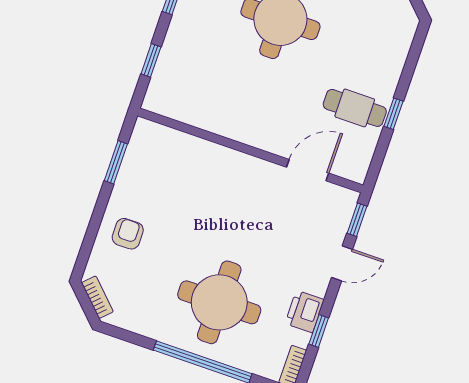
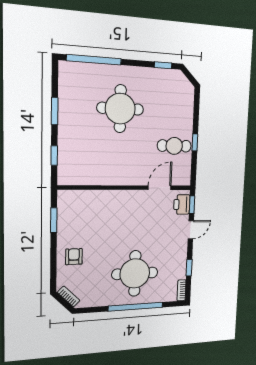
printer: (304, 312) -> (182, 204), moved

